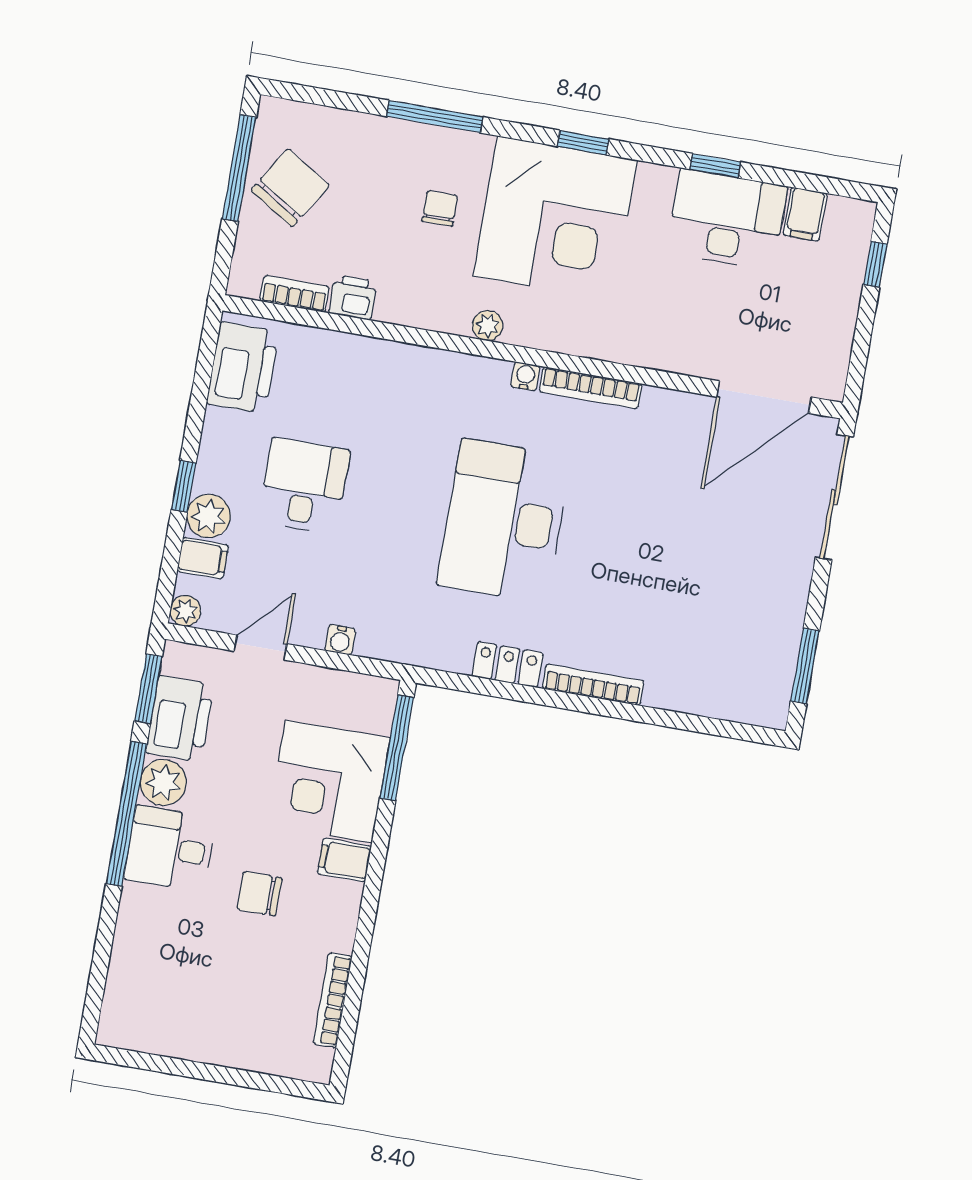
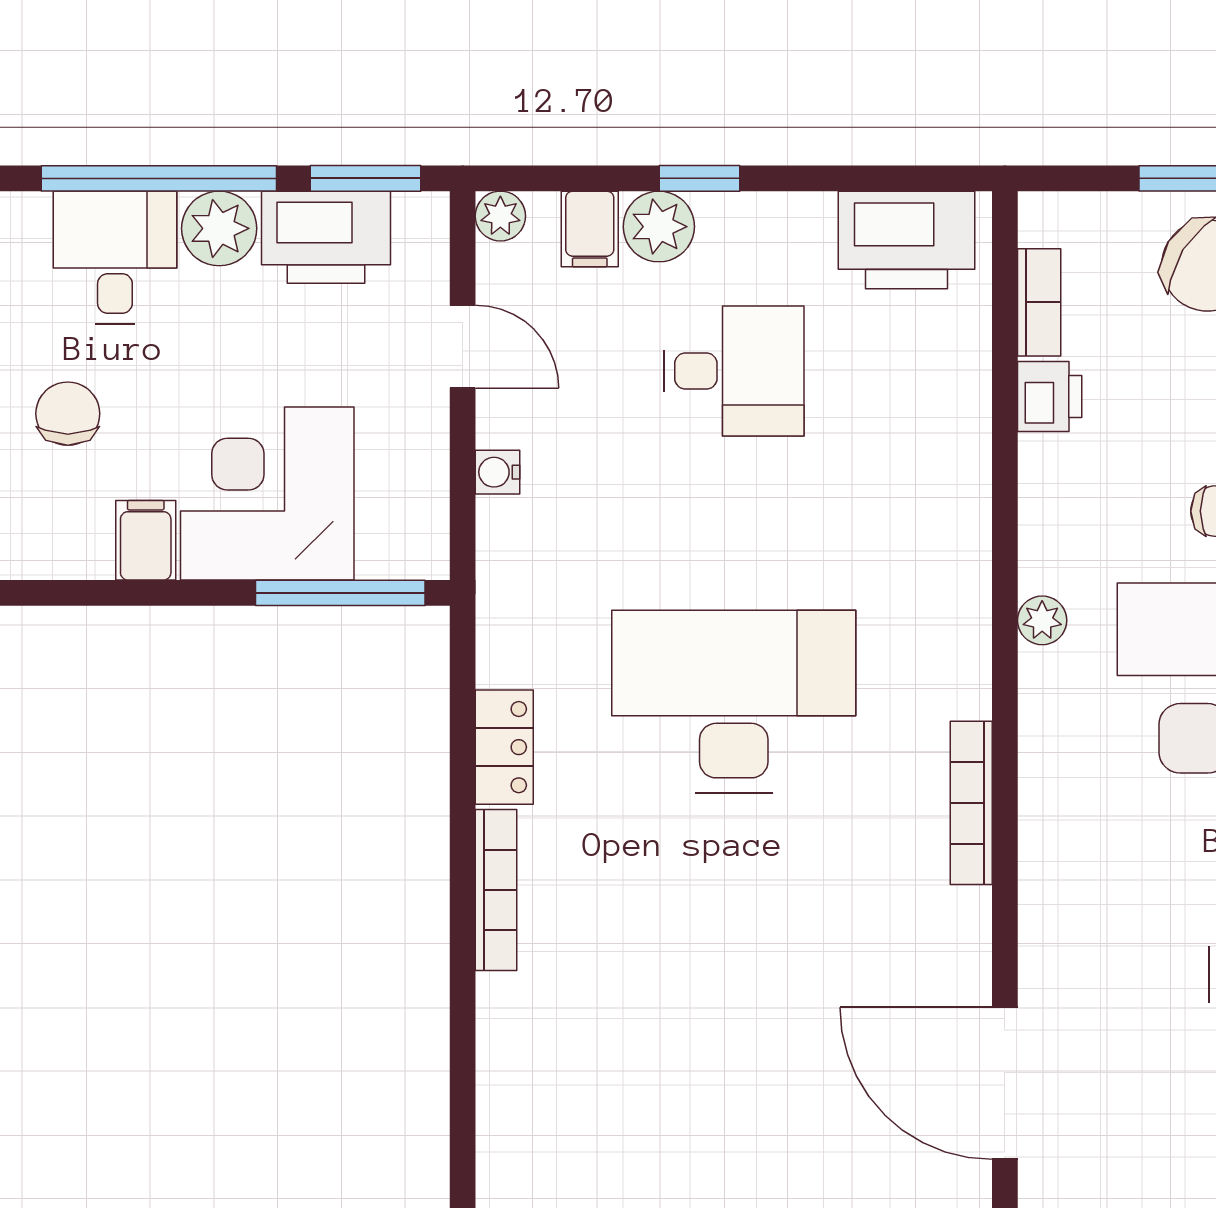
water cooler: (525, 376) -> (971, 695), removed

